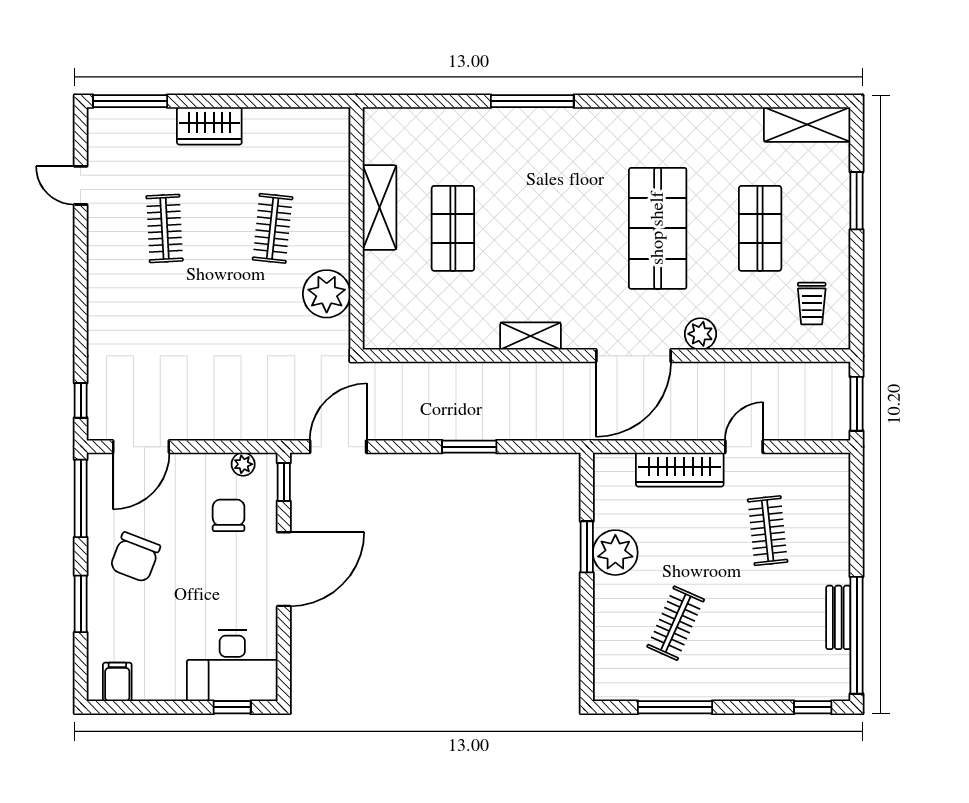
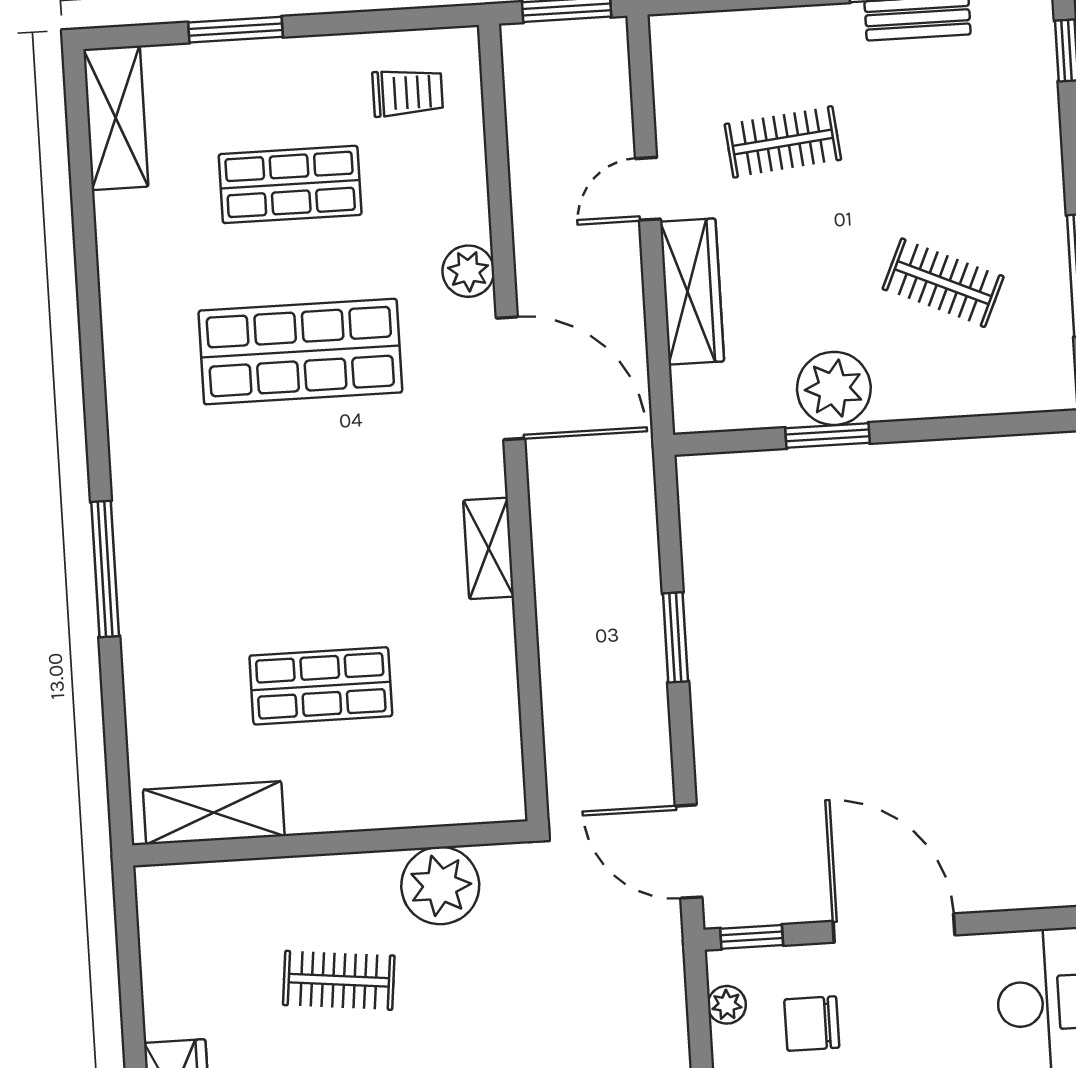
shelving: (379, 207) -> (214, 813), moved
door: (744, 447) -> (648, 189), hinge flipped

